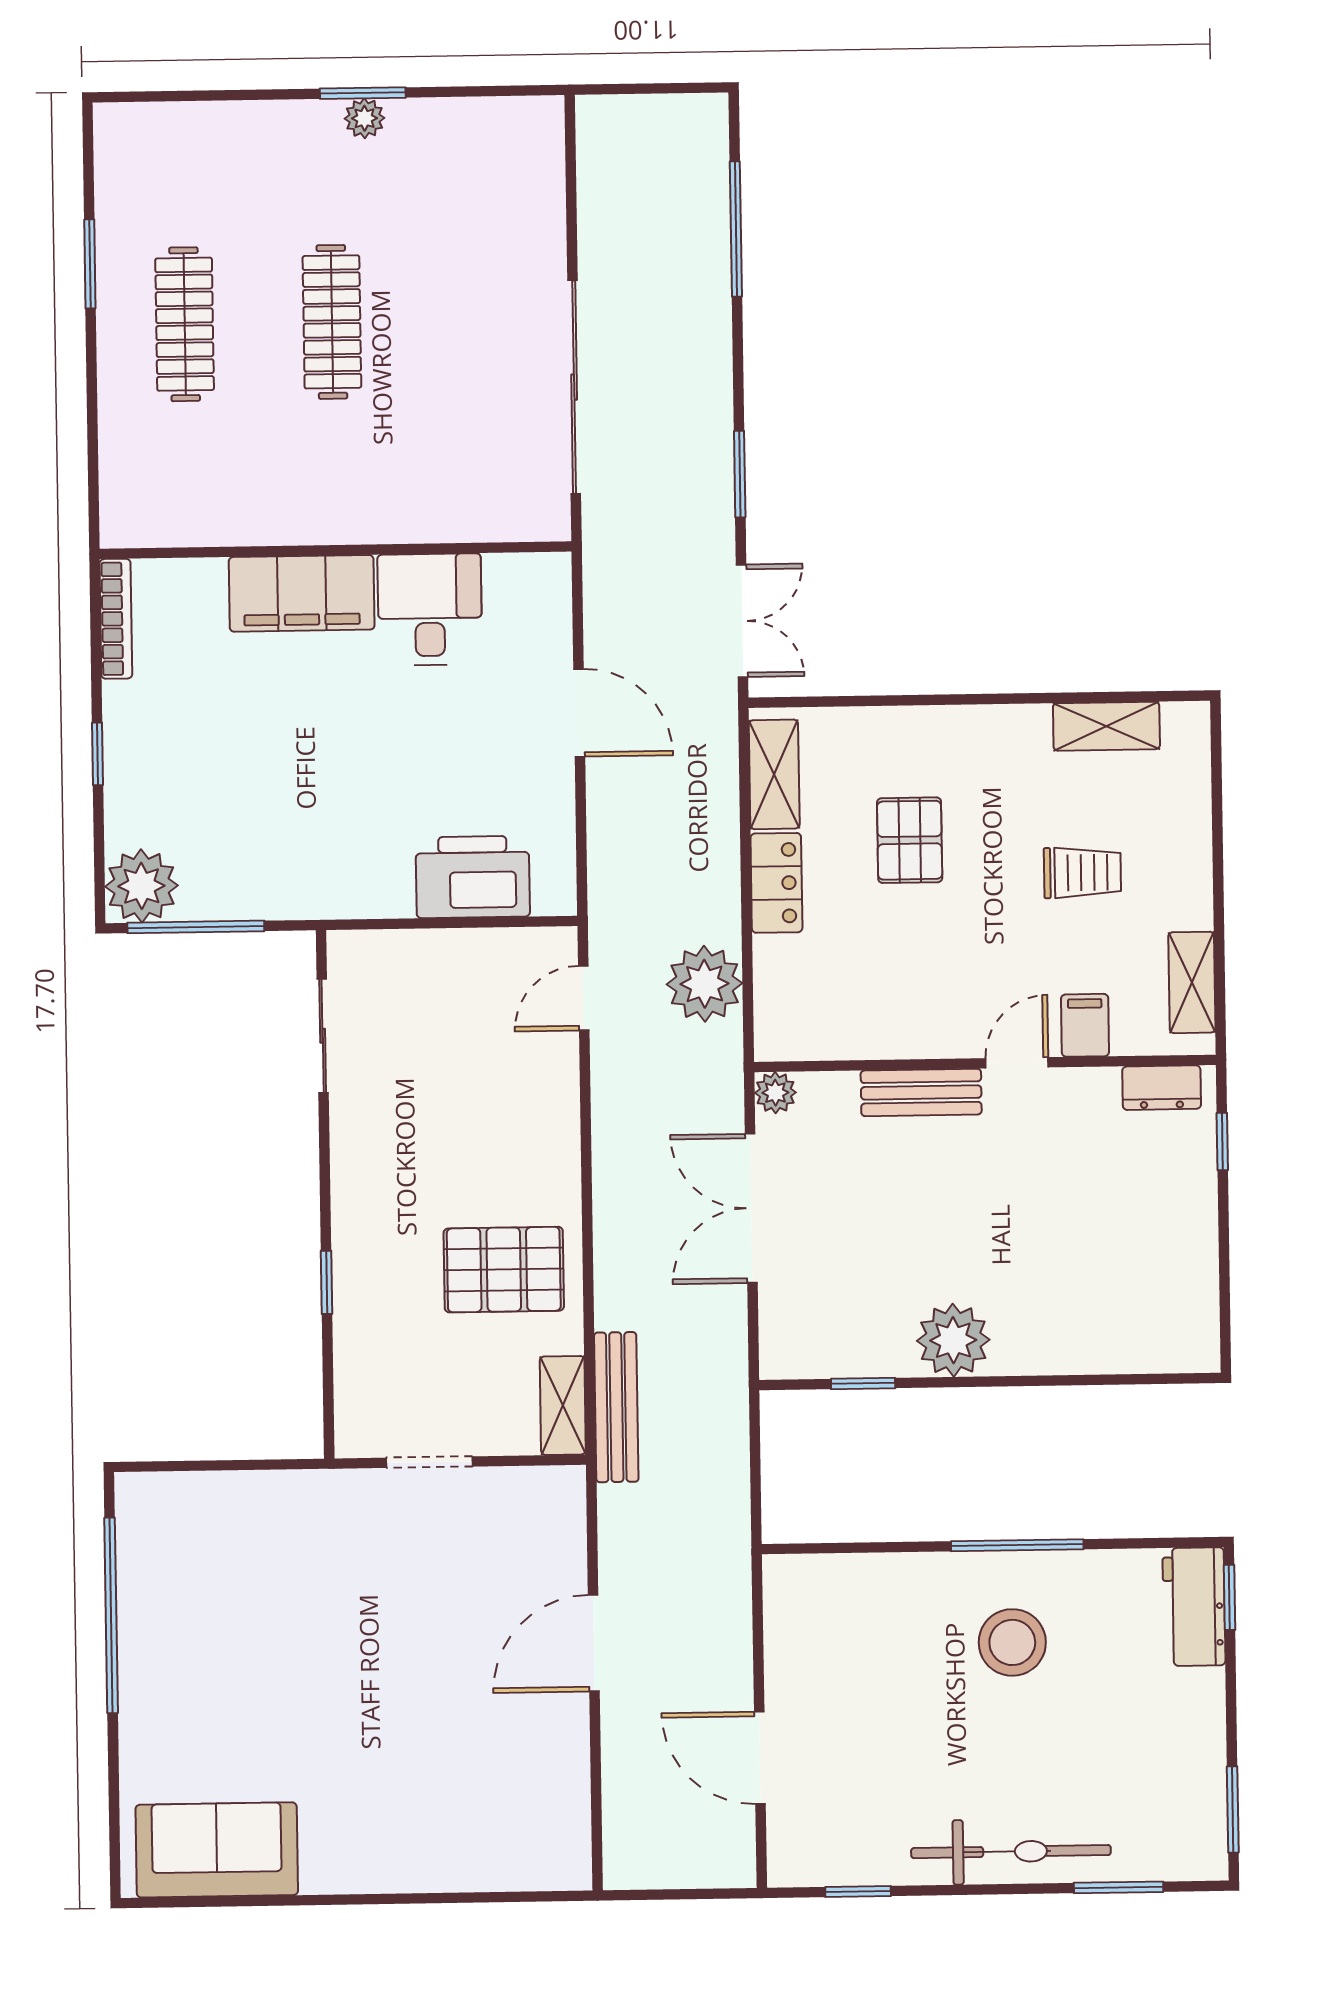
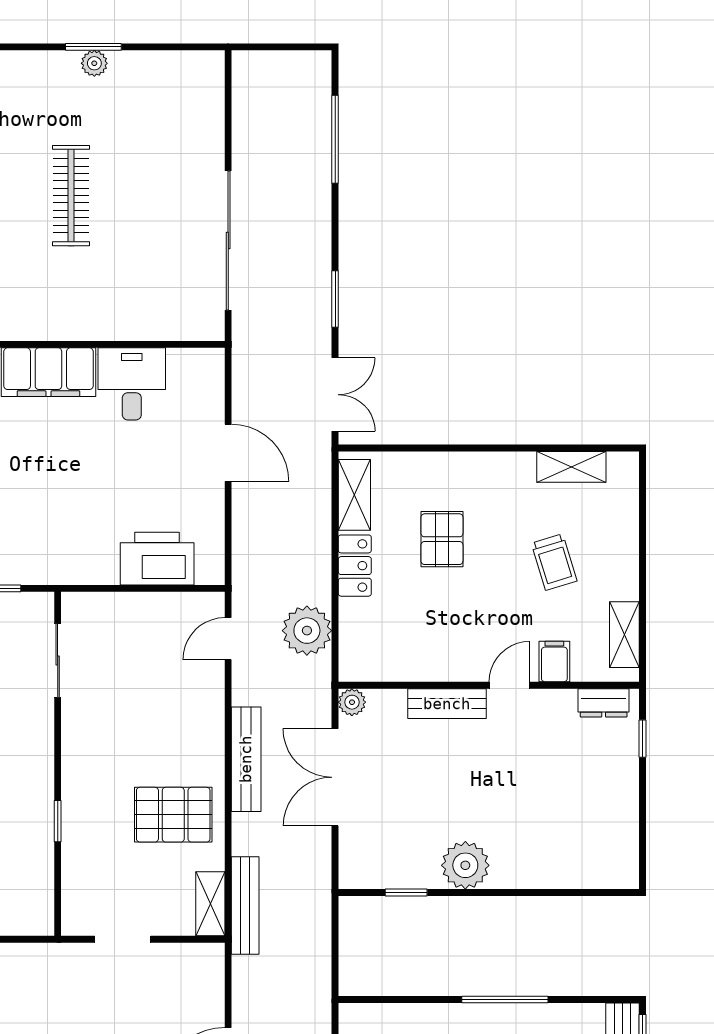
trolley: (1082, 873) -> (554, 562), turned 73
bench: (614, 1183) -> (246, 759), added

